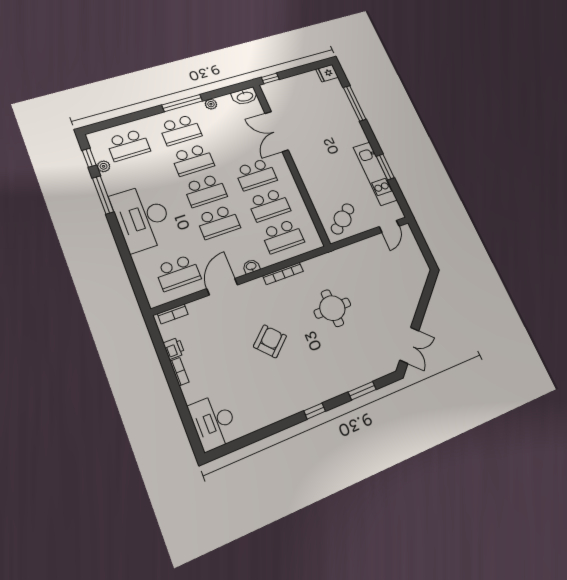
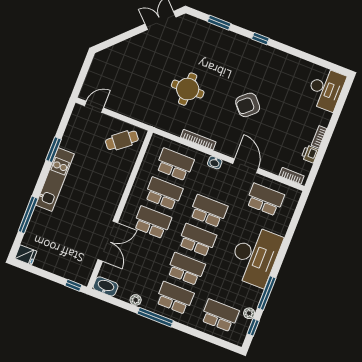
kitchen unit: (375, 174) -> (55, 179), moved
door: (222, 287) -> (246, 166), swing flipped

